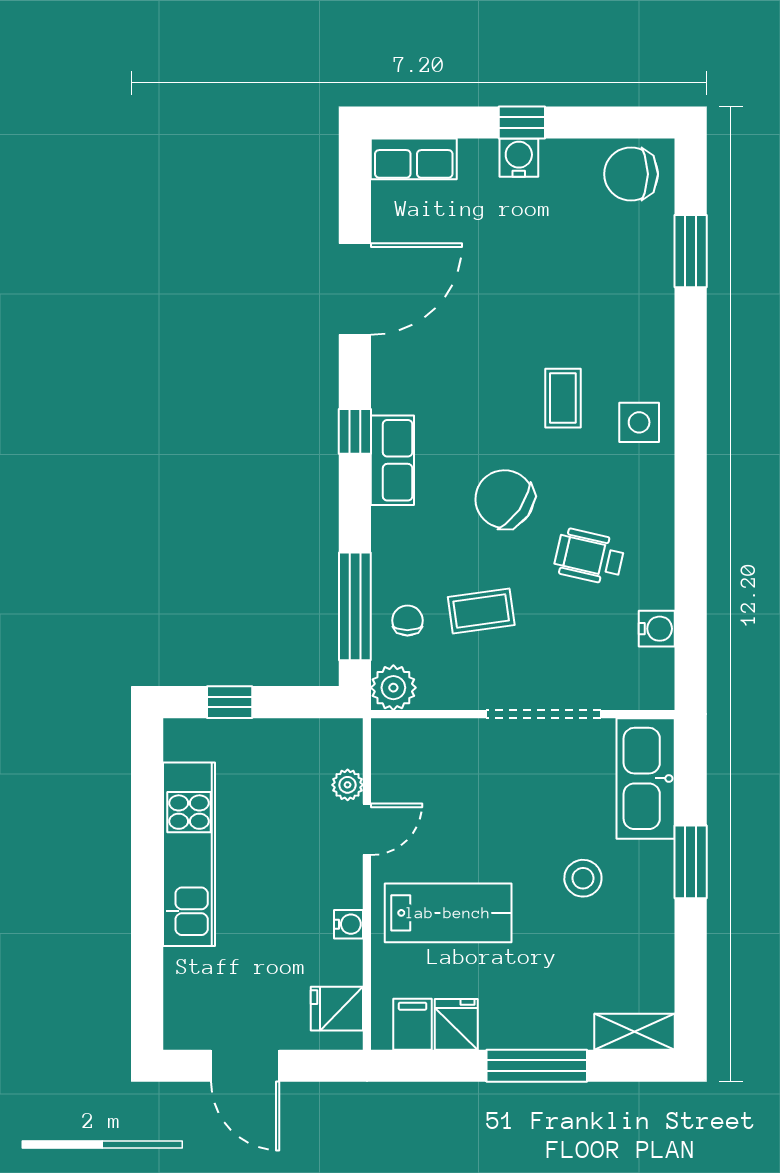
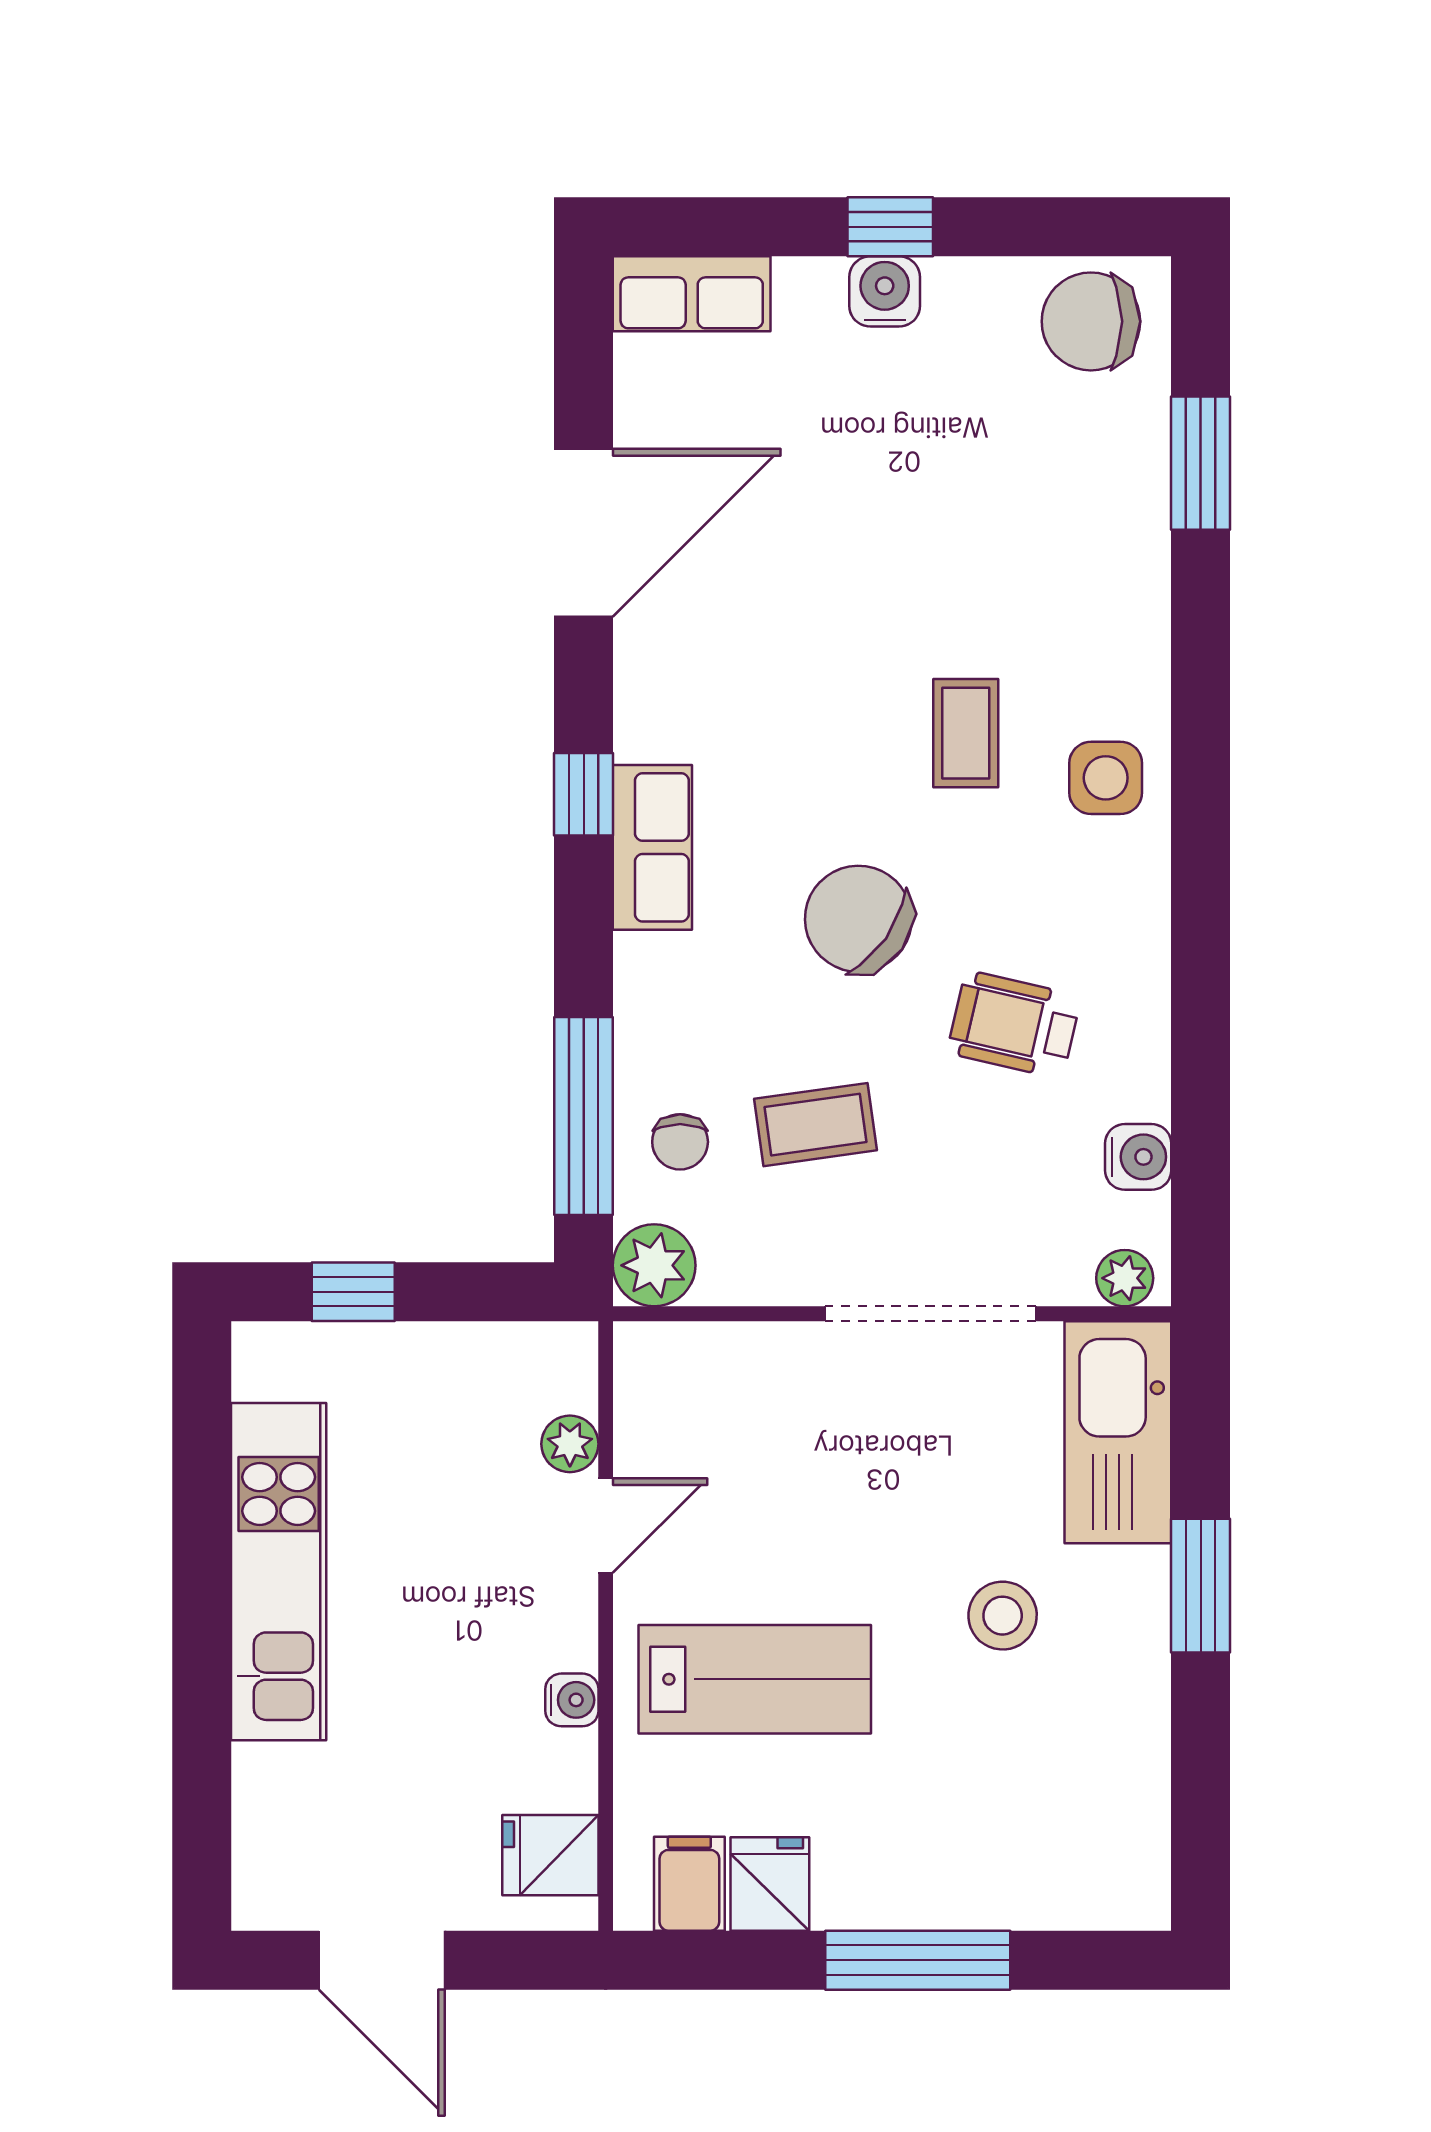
chair: (407, 620) -> (680, 1142), turned 180
plant: (649, 695) -> (1125, 1278), added
shelving: (634, 1032) -> (1097, 1898), removed

